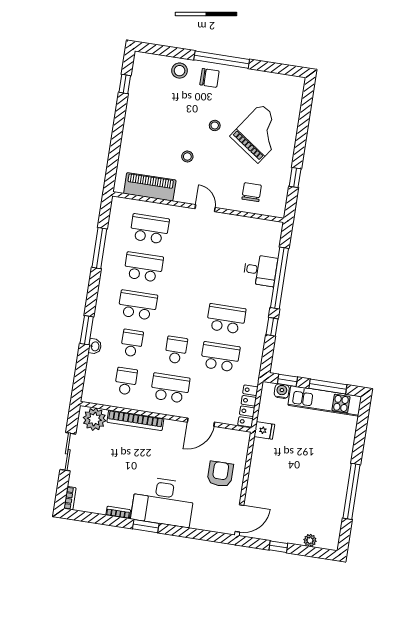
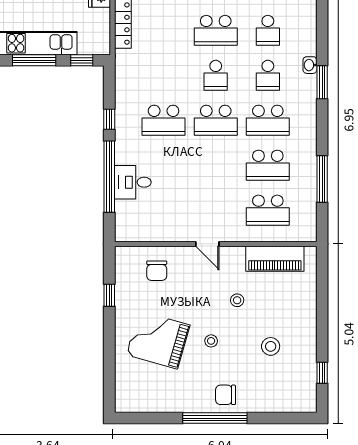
stool: (180, 71) -> (271, 346), moved
grand piano: (260, 133) -> (158, 340), turned 71
school desk: (220, 357) -> (216, 120), moved
water cooler: (282, 391) -> (86, 47), removed

